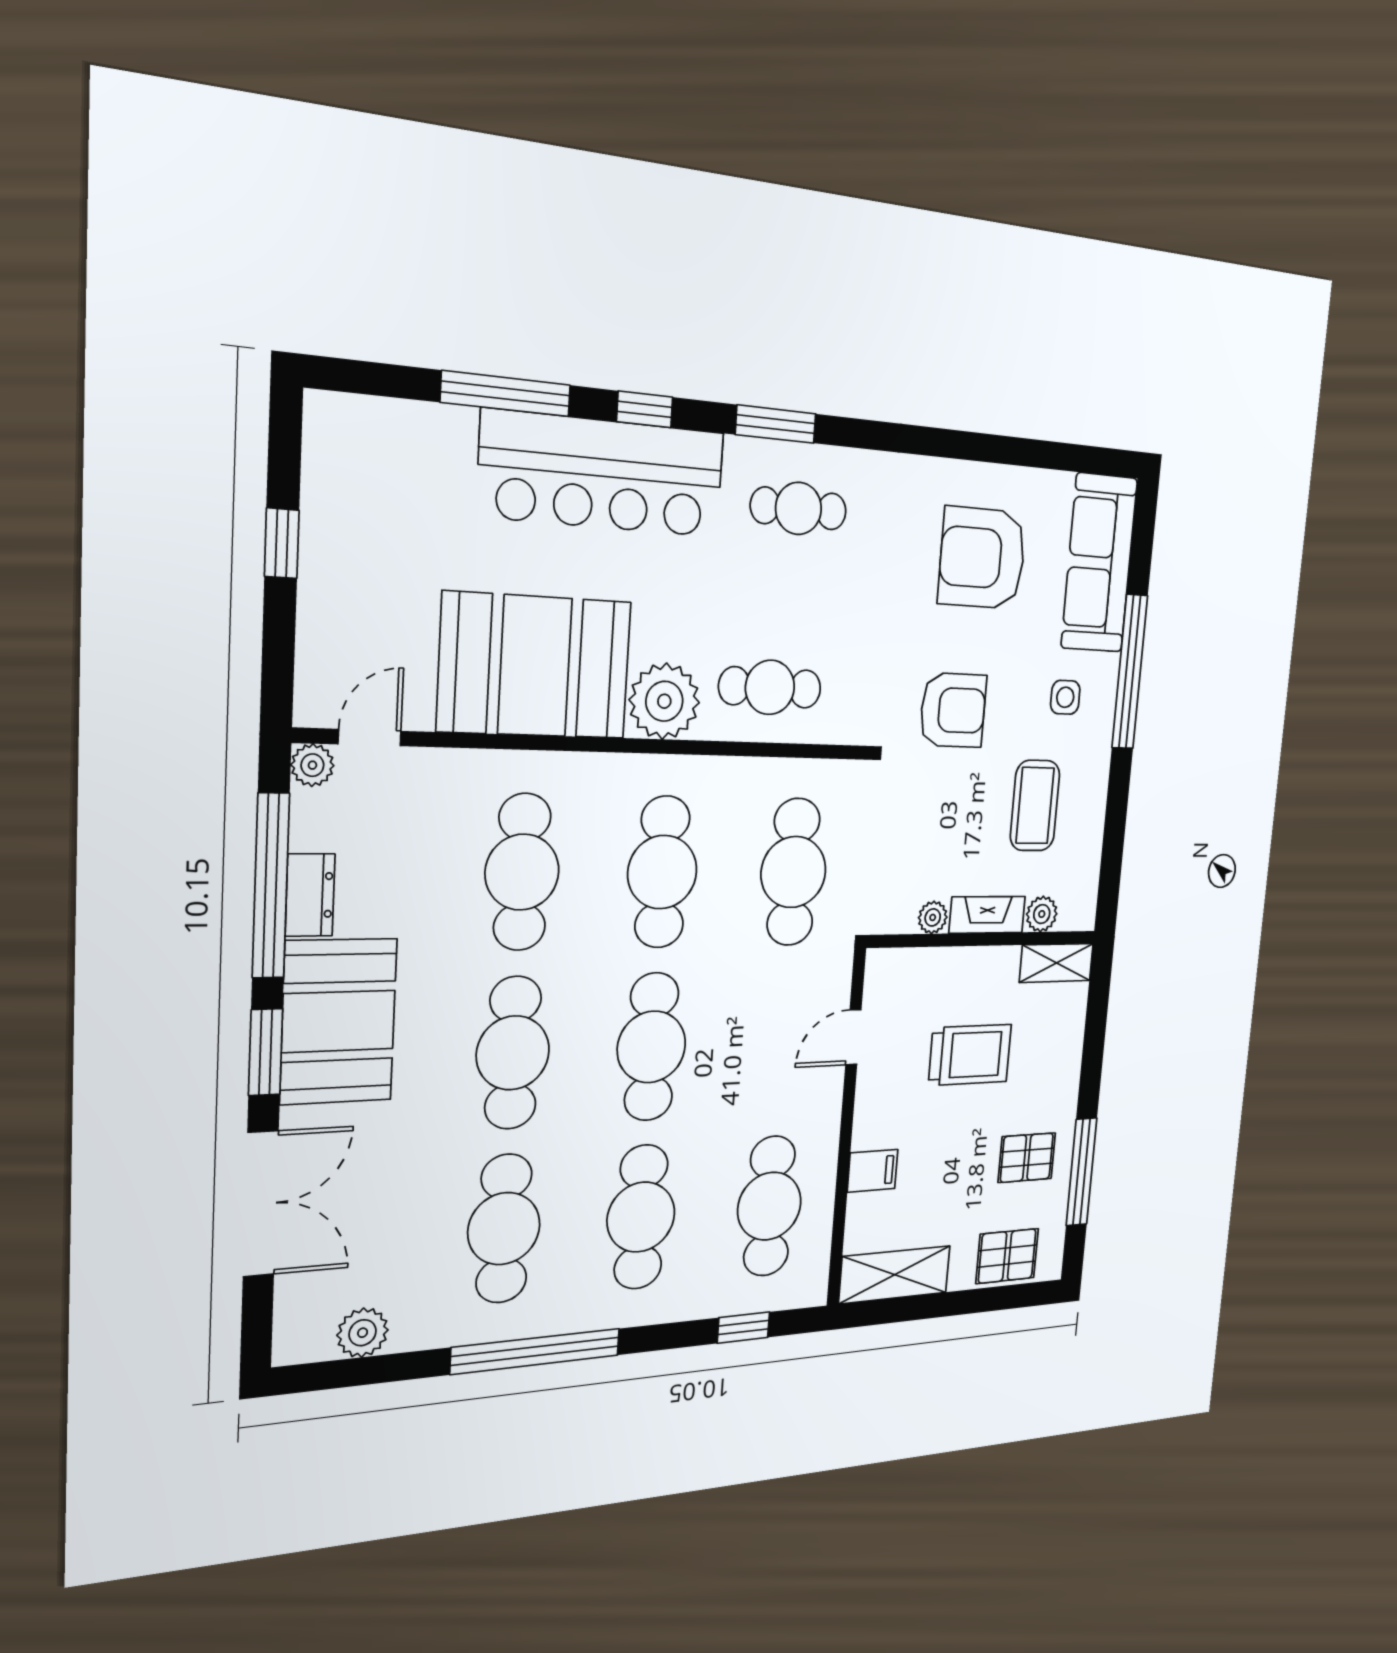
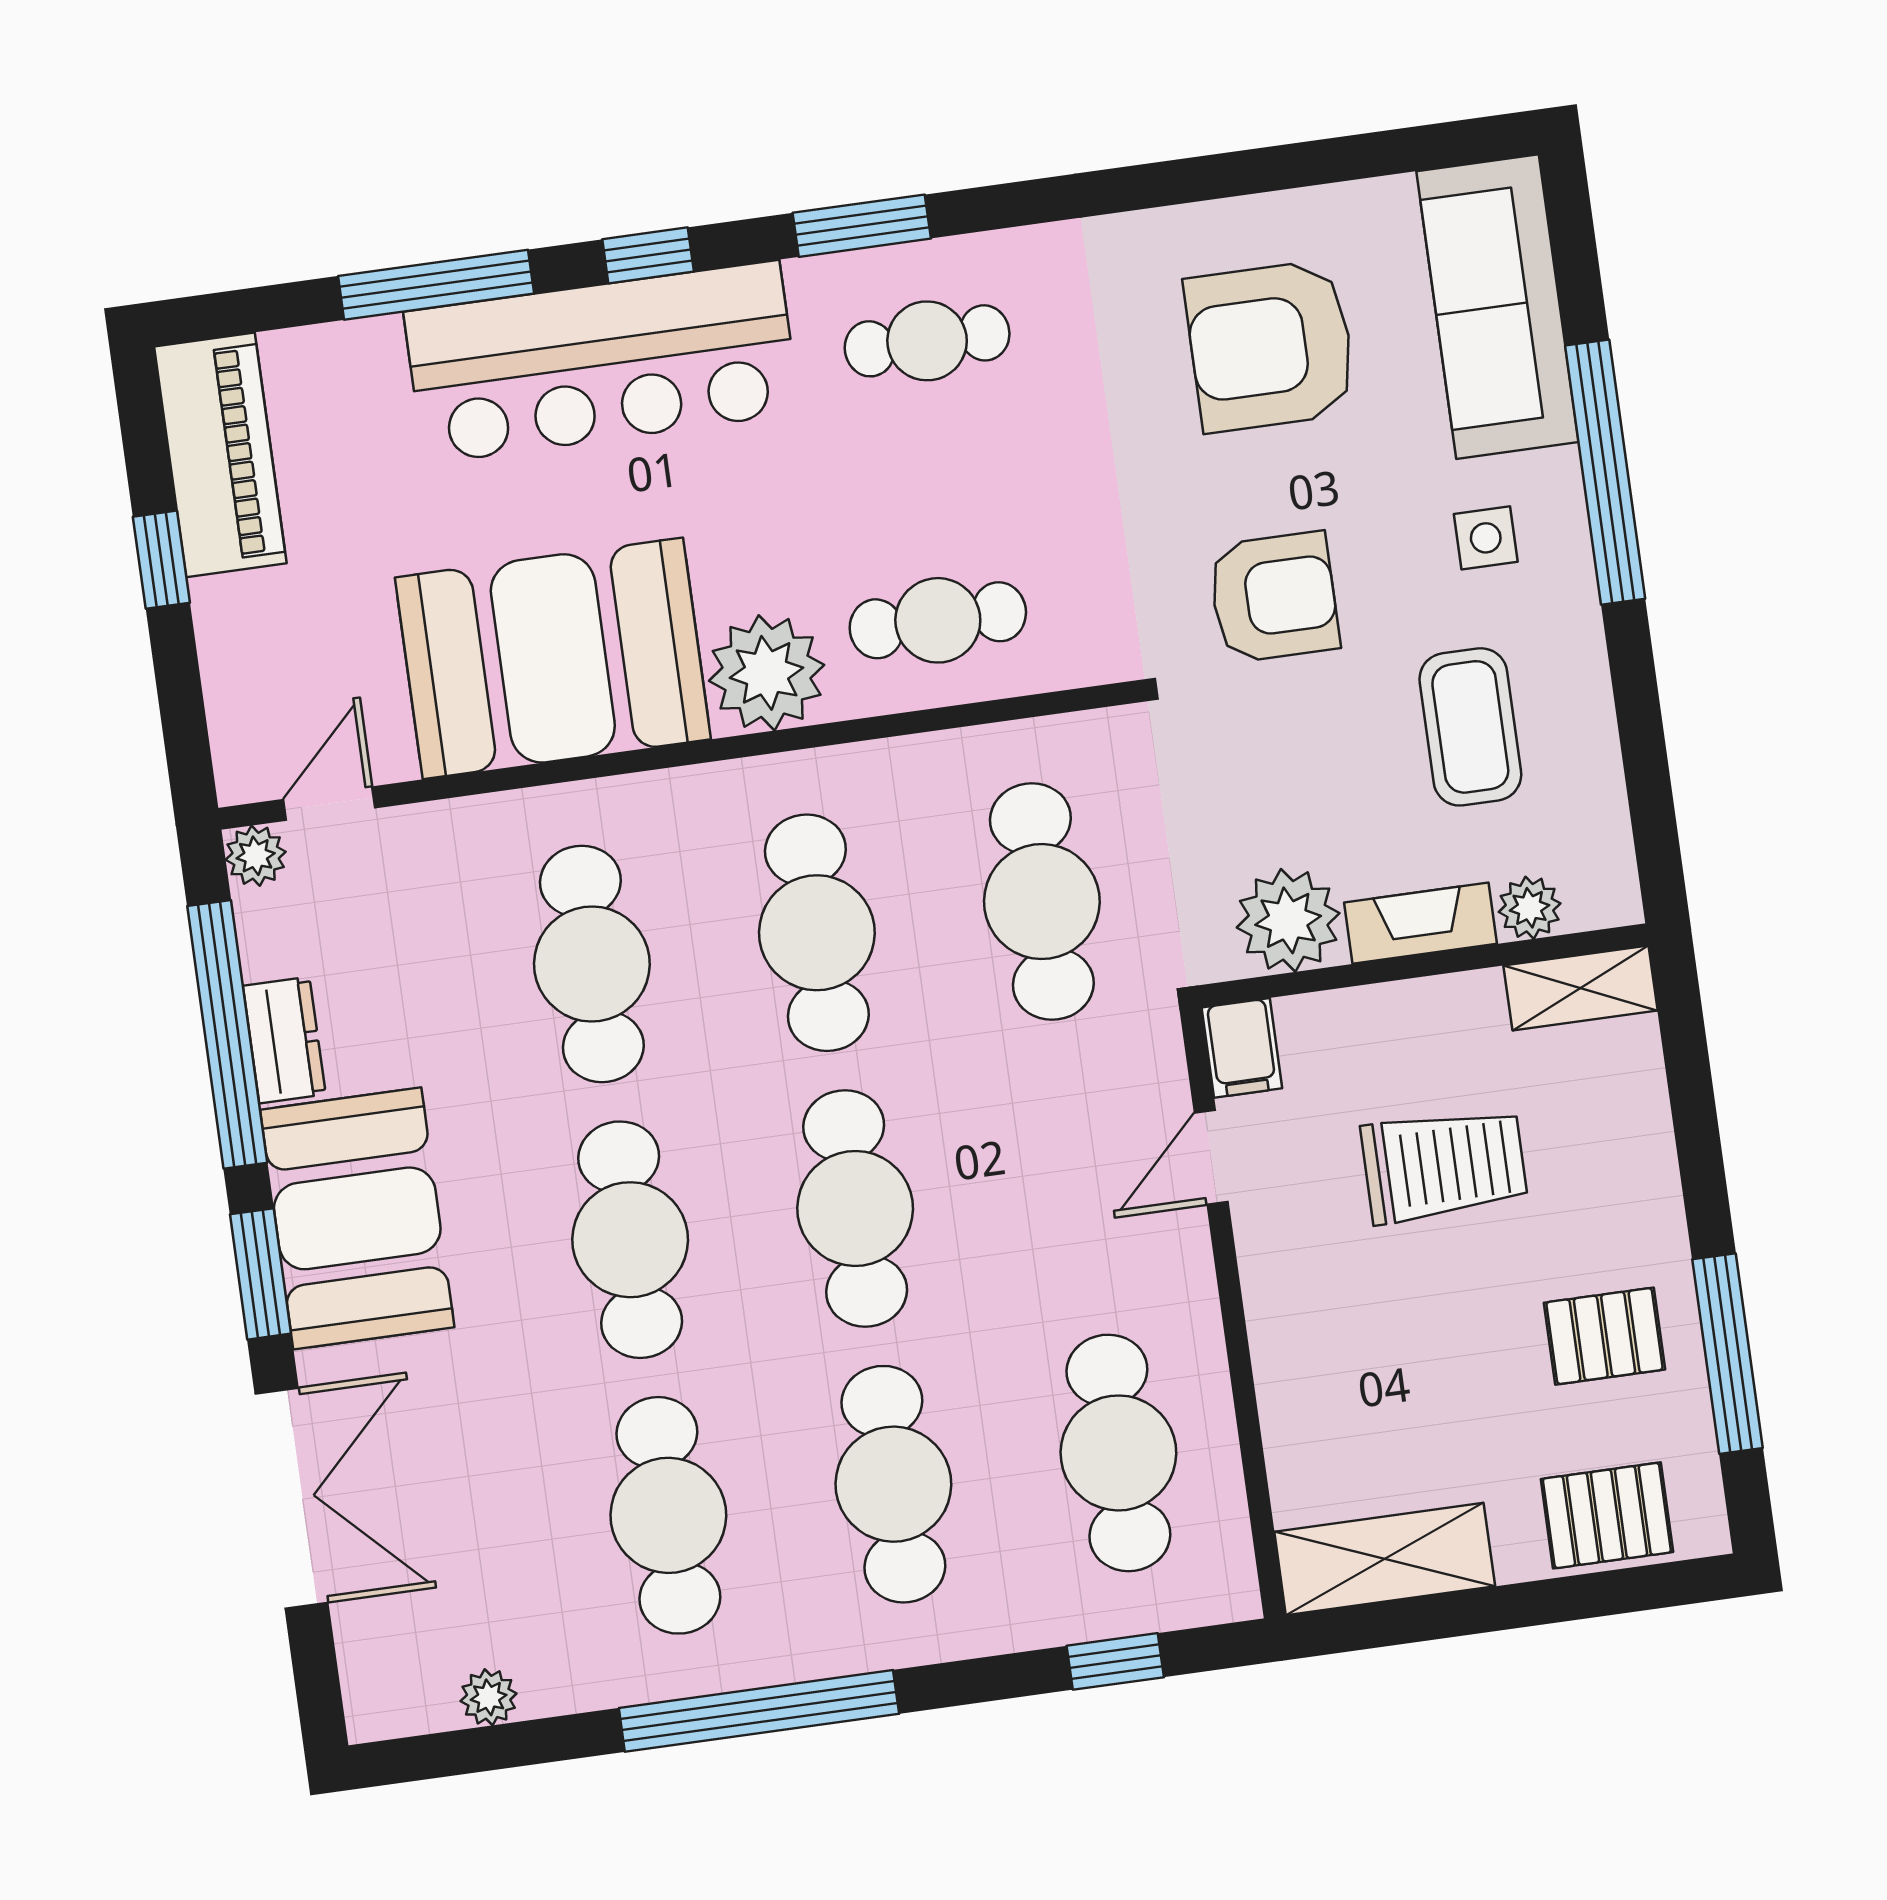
piano: (337, 477) -> (220, 455), added
plant: (933, 917) -> (1288, 920), width x1.88, depth x1.88
filing cabinet: (873, 1171) -> (1242, 1048), moved, turned 90
plant: (363, 1333) -> (489, 1697), width x0.73, depth x0.73

